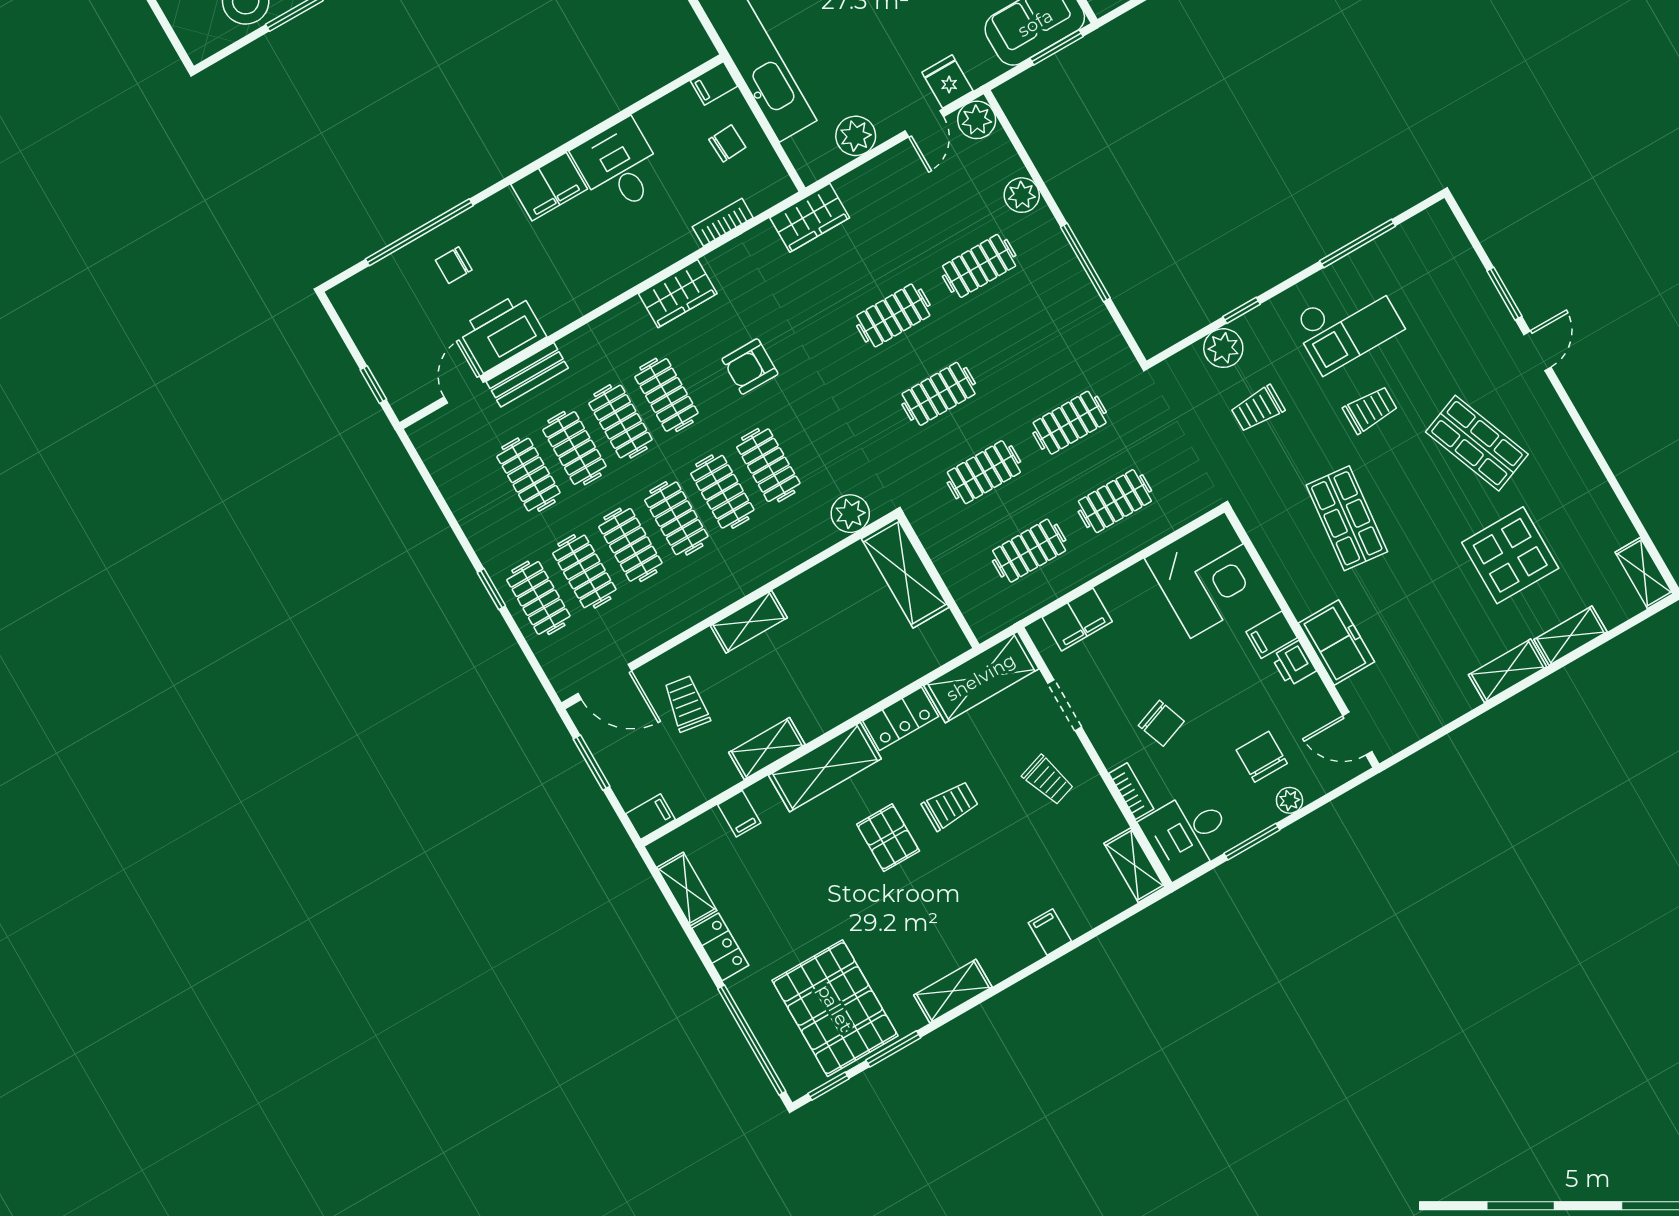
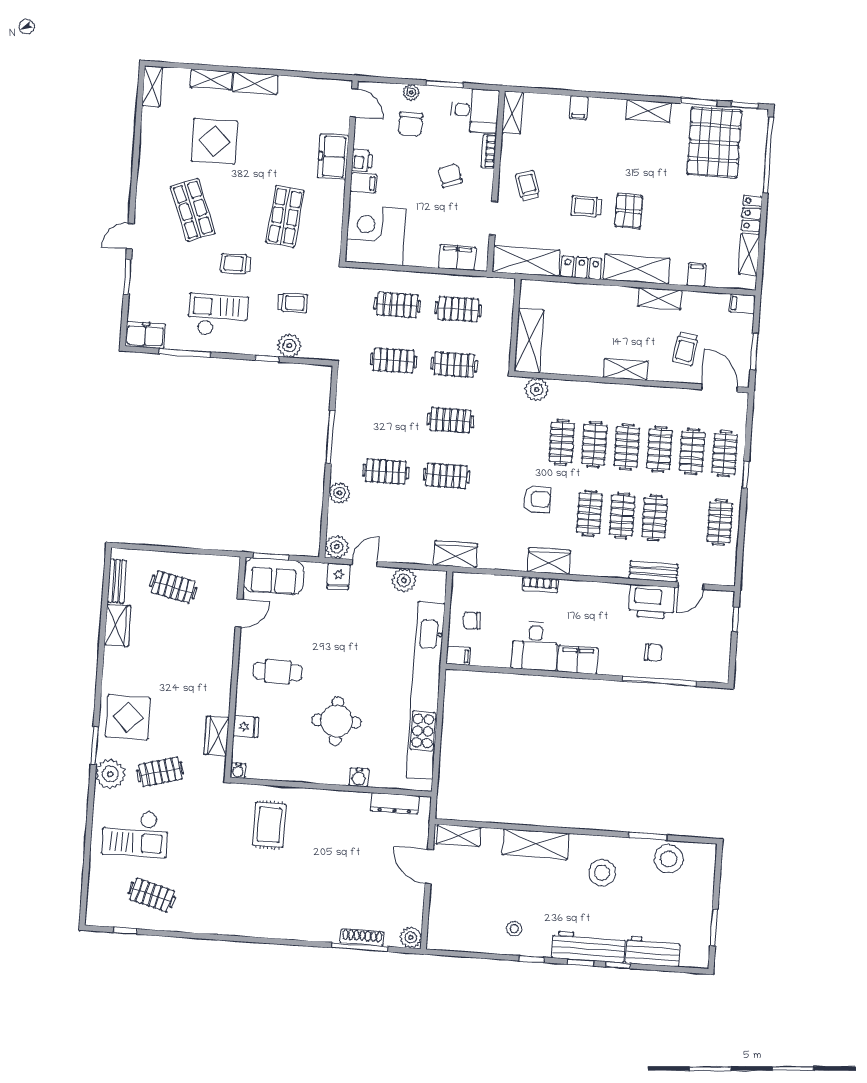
bookcase: (723, 222) -> (540, 585), moved
freezer: (1427, 231) -> (145, 335), added
clothes rail: (528, 475) -> (720, 522), moved

